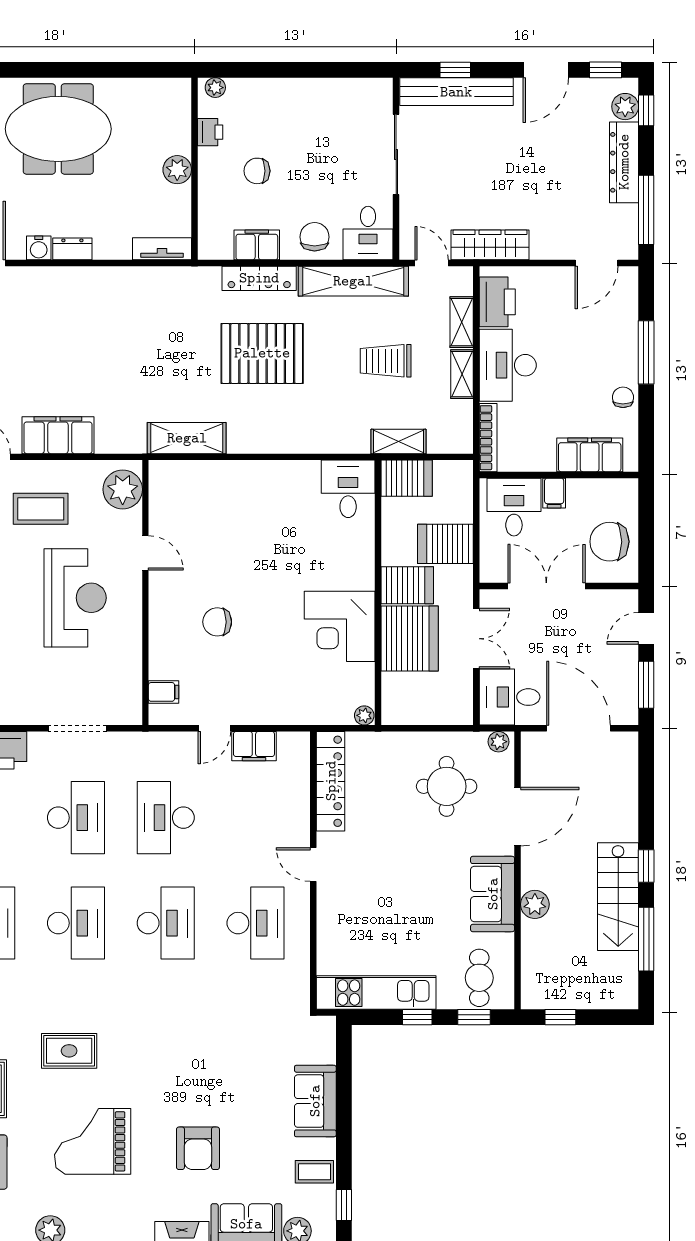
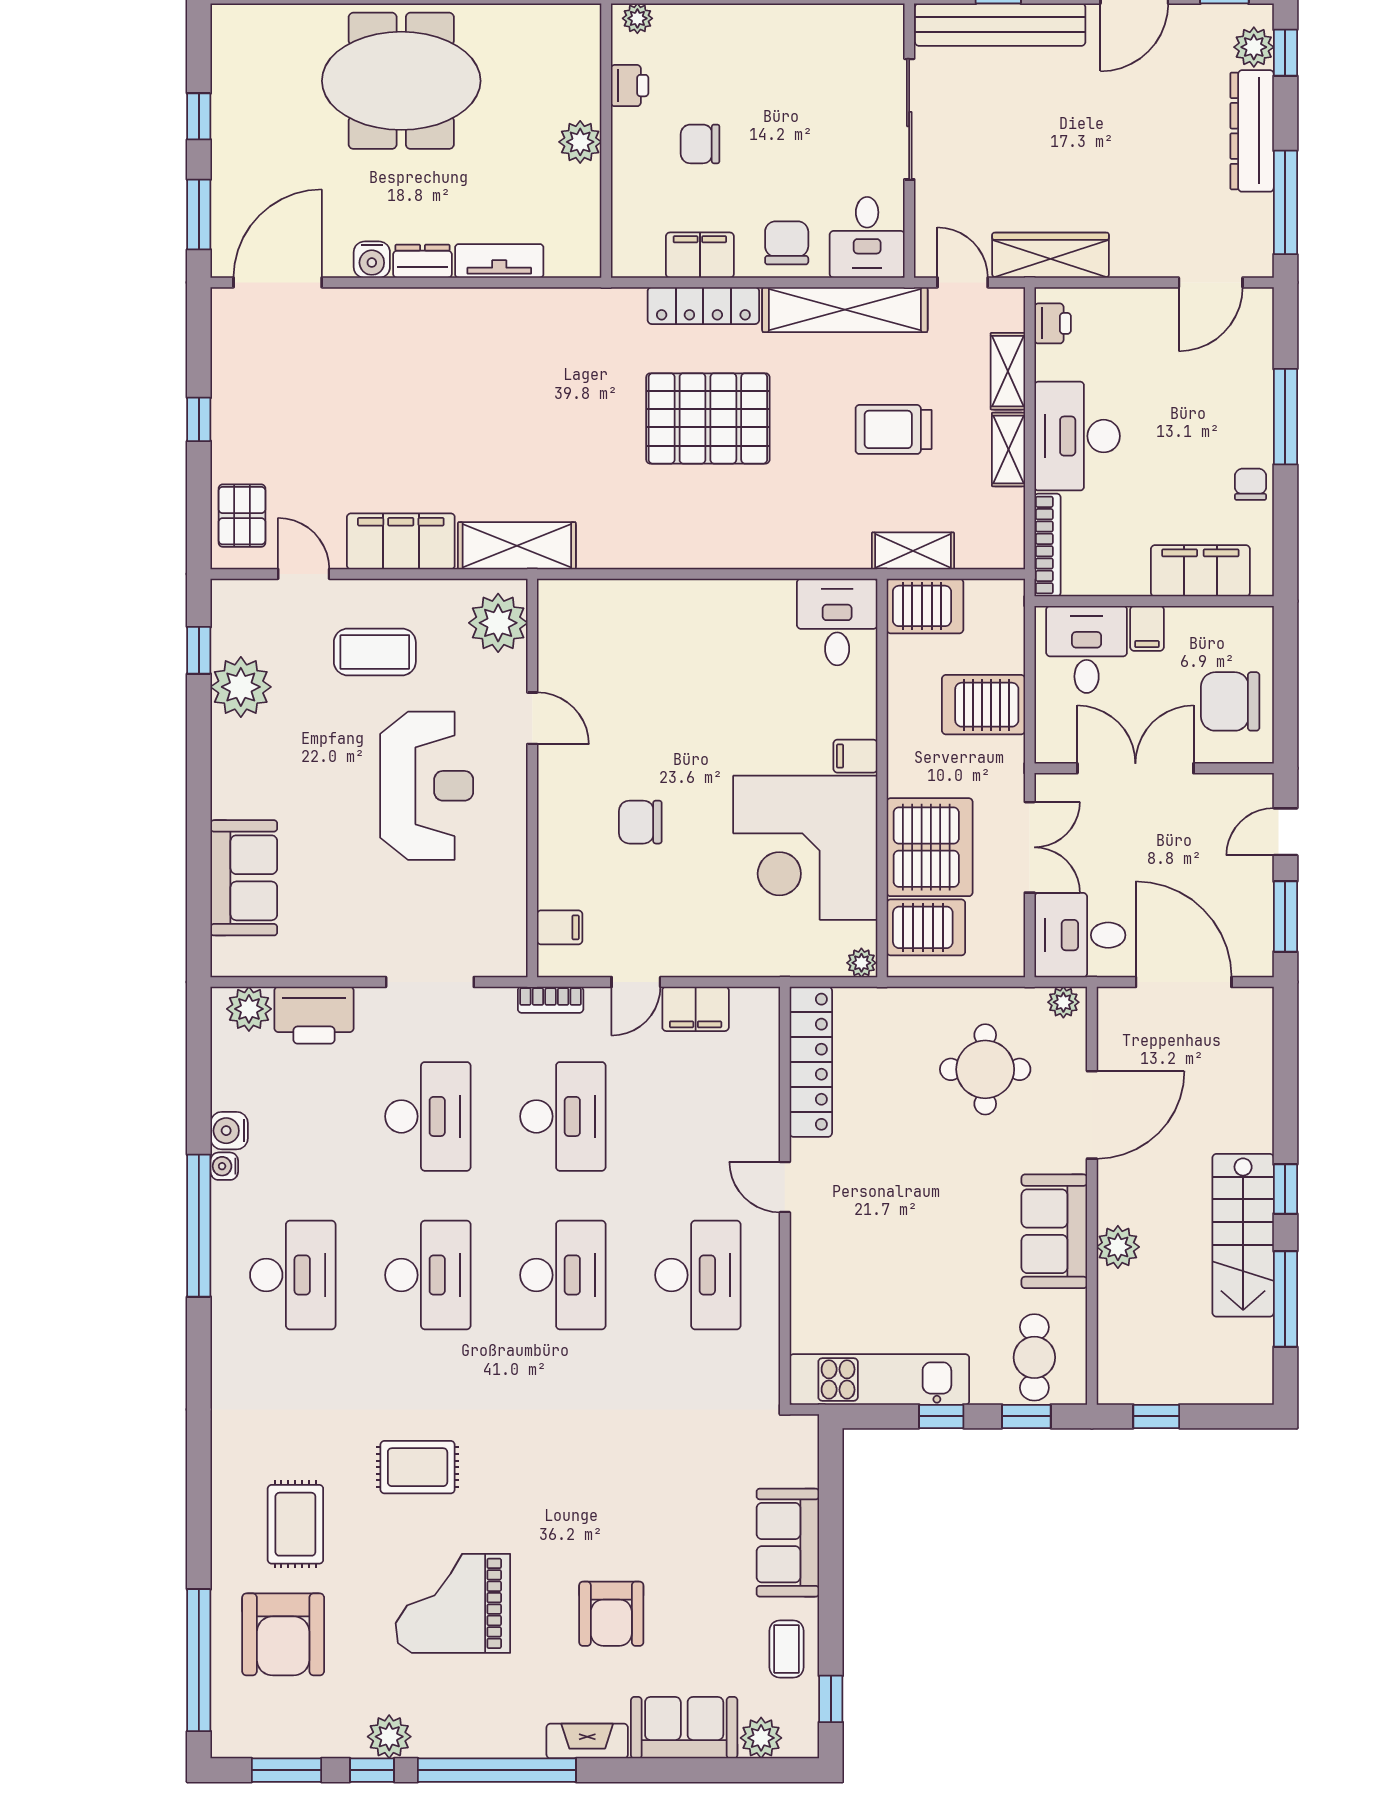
tv unit: (162, 249) -> (499, 261), moved
printer: (497, 302) -> (1053, 323), width x0.53, depth x0.68
shelving: (187, 438) -> (517, 546), moved
filing cabinet: (360, 578) -> (855, 756), added
server rack: (407, 585) -> (926, 927), moved
corner desk: (340, 626) -> (805, 848), width x1.36, depth x1.36
bookcase: (158, 740) -> (551, 1000), added
desk: (166, 818) -> (563, 1116), turned 180
coffee table: (314, 1172) -> (787, 1649), turned 90

